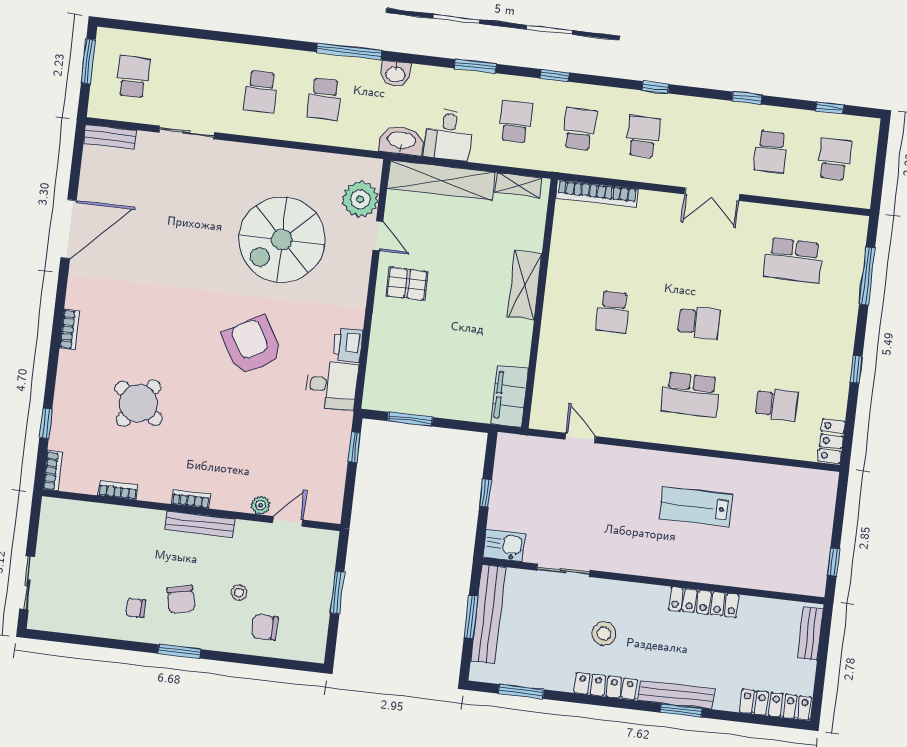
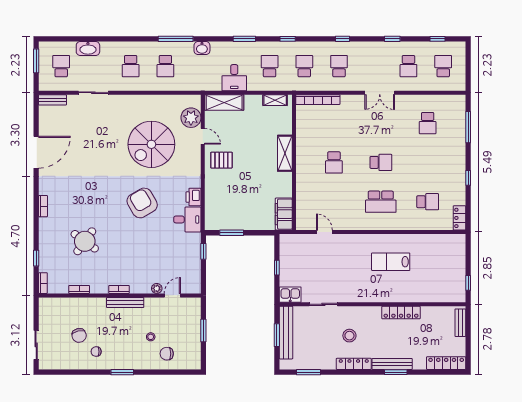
washbasin: (401, 141) -> (88, 49), moved, turned 180
shelving: (441, 180) -> (224, 102), width x0.68
school desk: (793, 260) -> (428, 123), width x0.54
chair: (181, 599) -> (79, 335), moved

